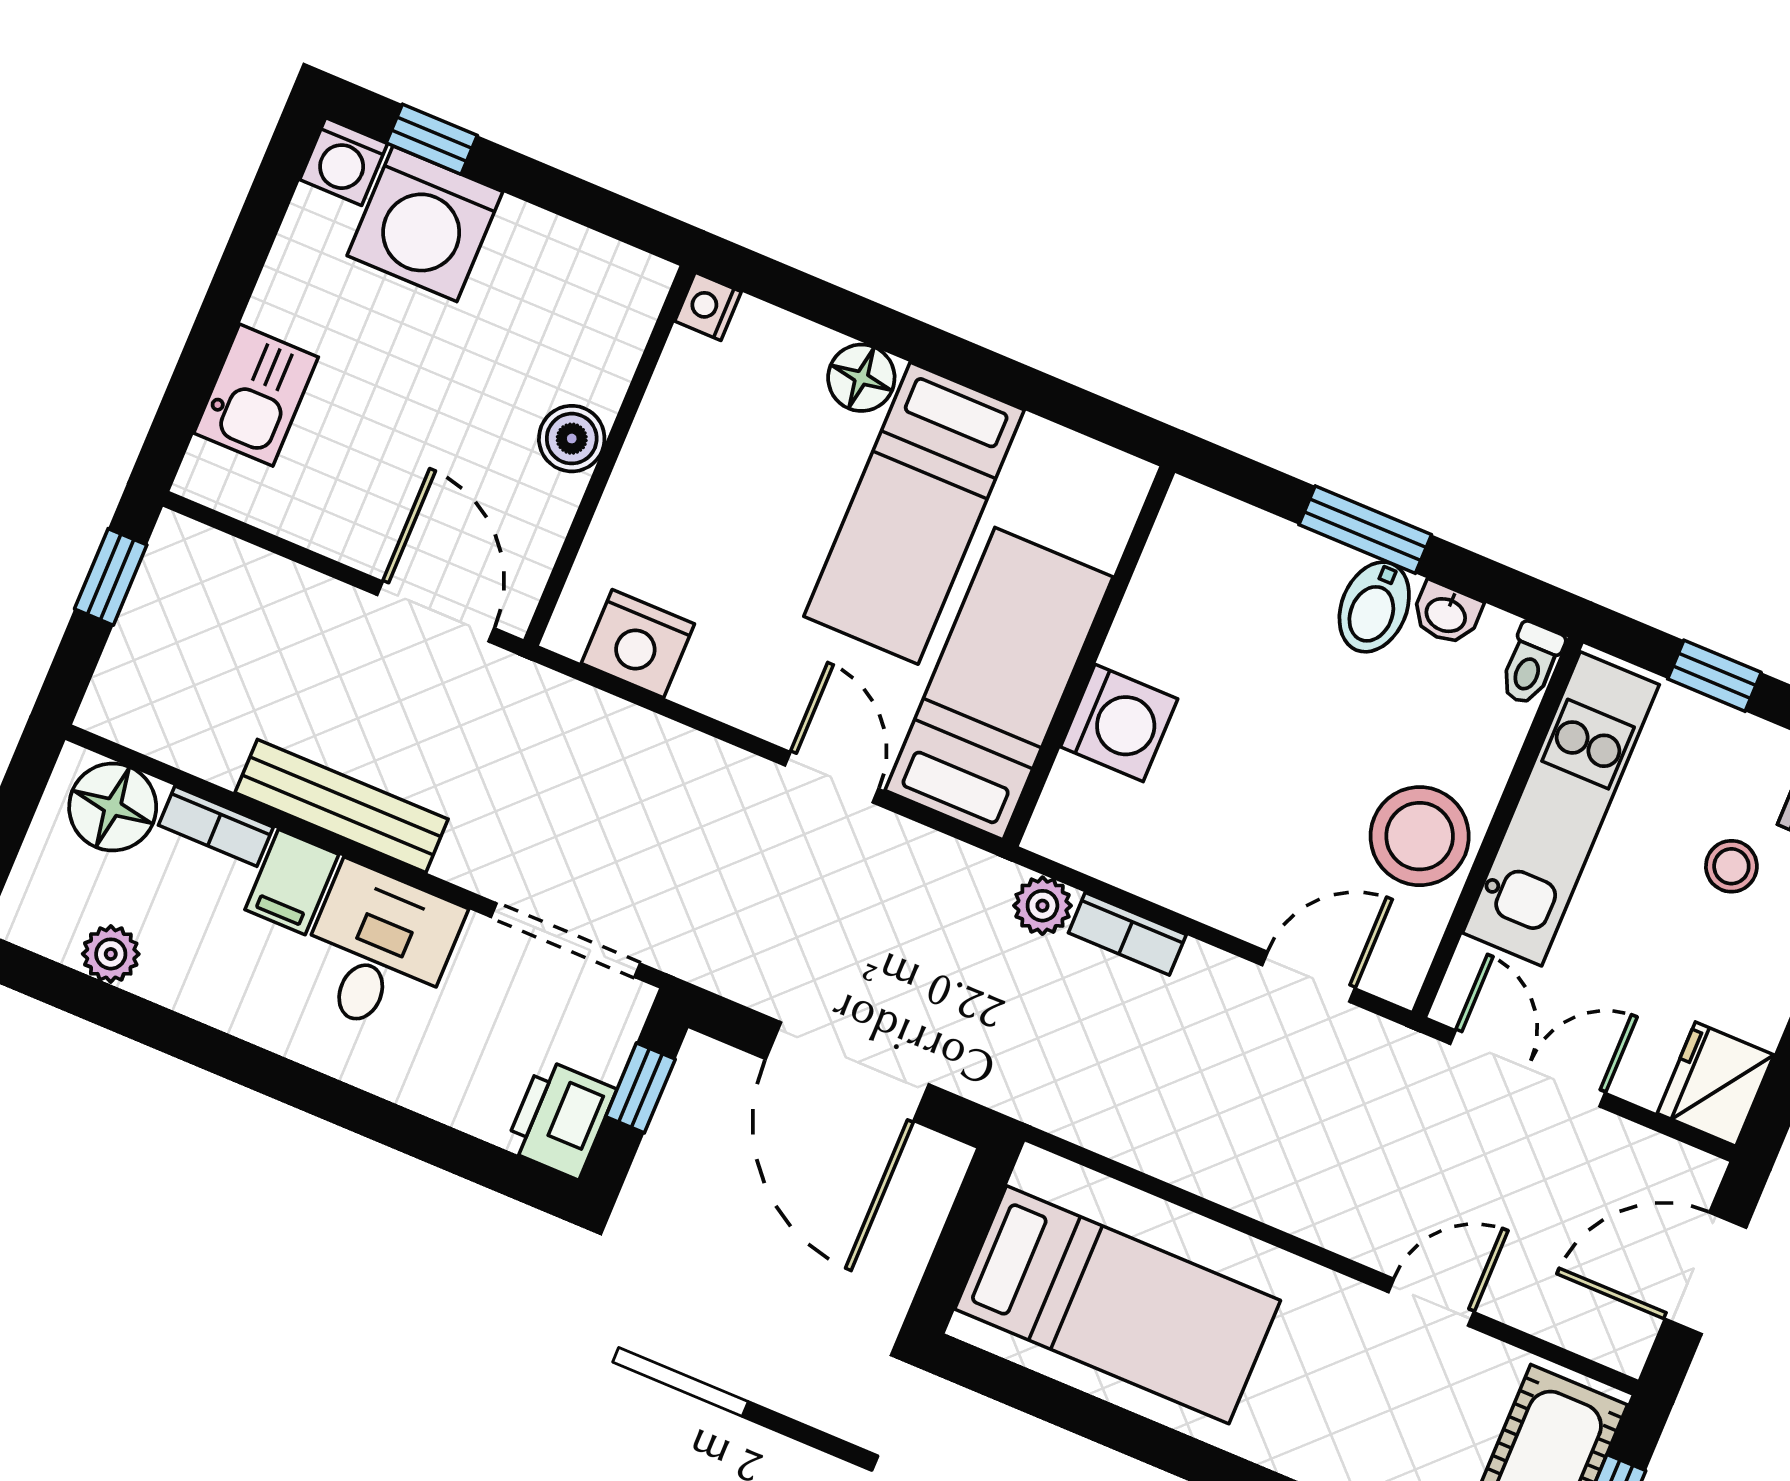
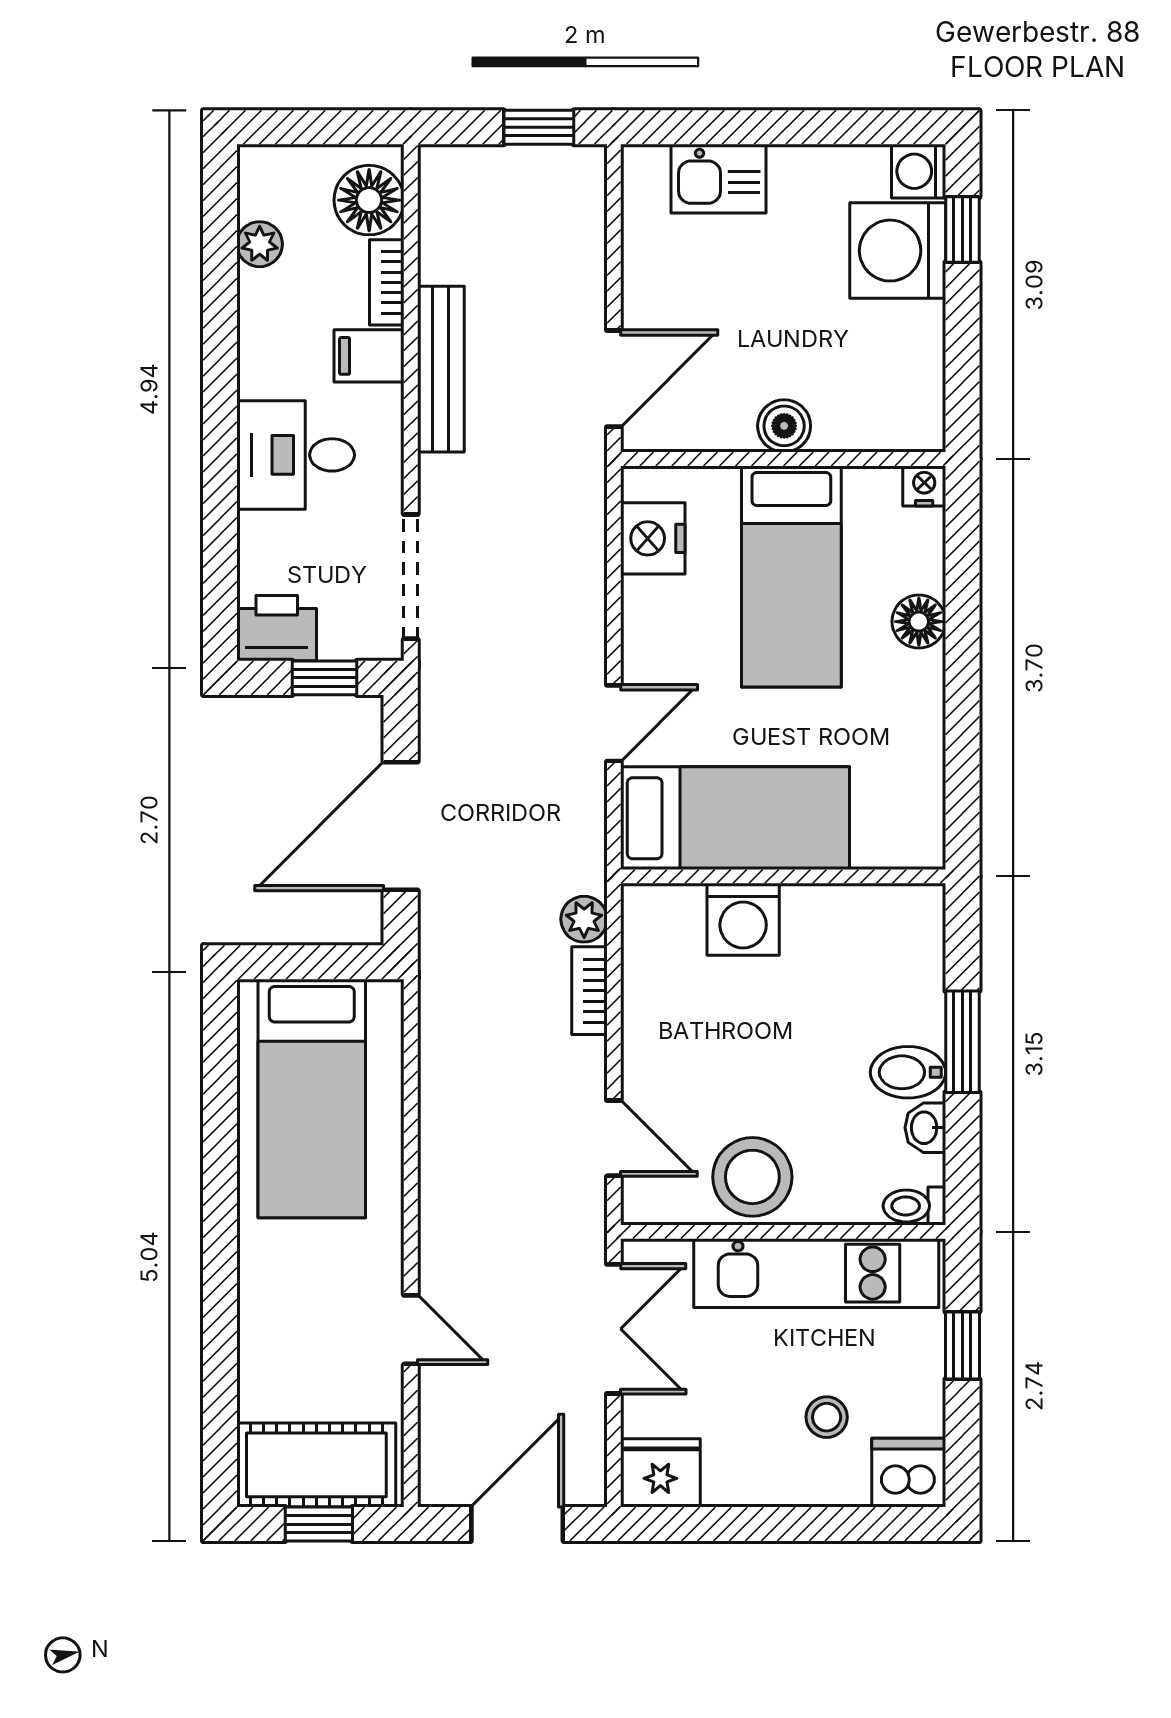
bed: (914, 513) -> (791, 576), moved, turned -90
desk: (378, 950) -> (296, 455), moved, turned 180
door: (1706, 1273) -> (517, 1524), hinge flipped

